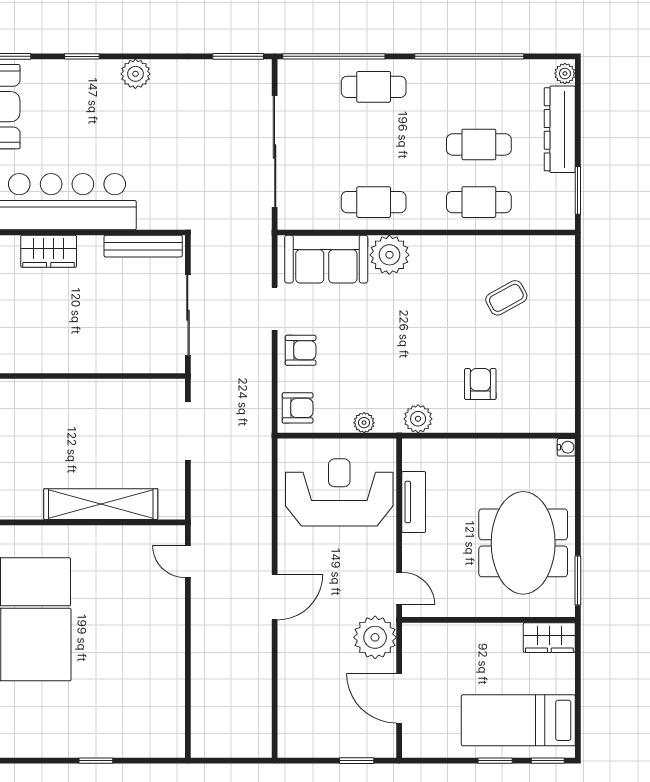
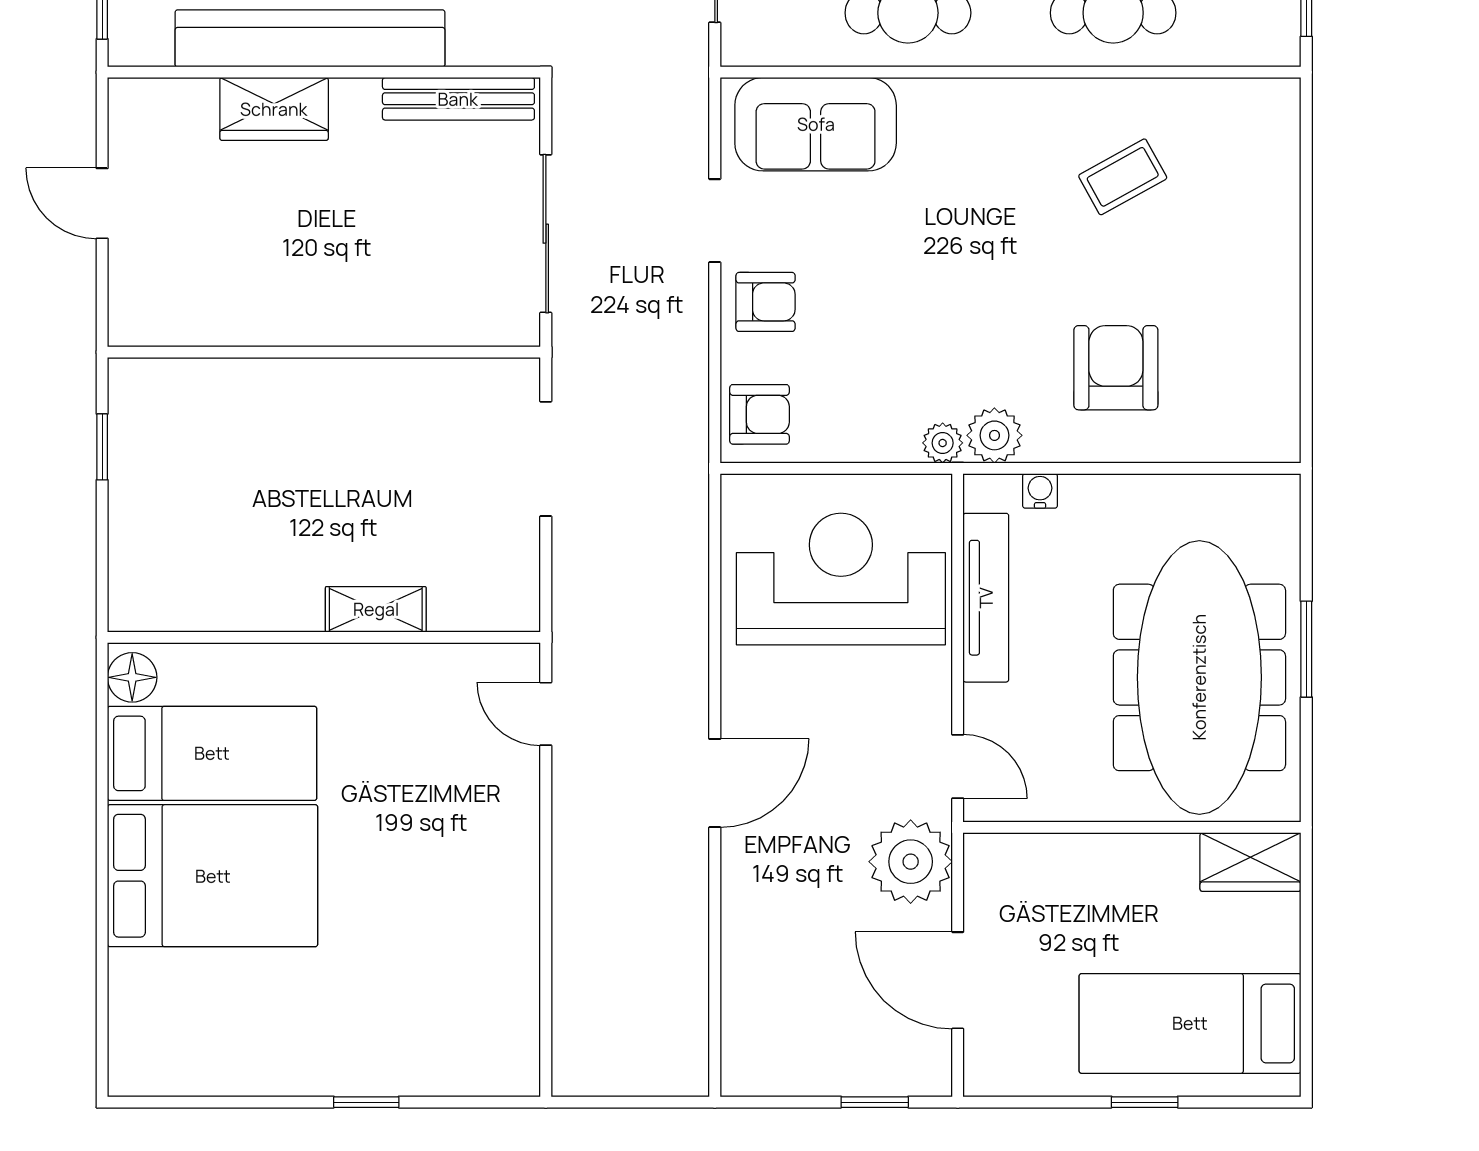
plant: (389, 255) -> (939, 116), removed
coffee table: (506, 298) -> (1123, 177), moved
armchair: (480, 384) -> (1116, 368), width x1.38, depth x1.38
plant: (364, 423) -> (943, 443), moved
water cooler: (566, 447) -> (1040, 491), moved, turned -90
tv unit: (414, 502) -> (986, 598), width x1.41
shelving: (101, 504) -> (376, 609), width x0.45, depth x0.75
meeting table: (523, 543) -> (1199, 677), width x1.36
window: (578, 580) -> (1306, 649), moved
window: (548, 761) -> (1247, 1102), removed

